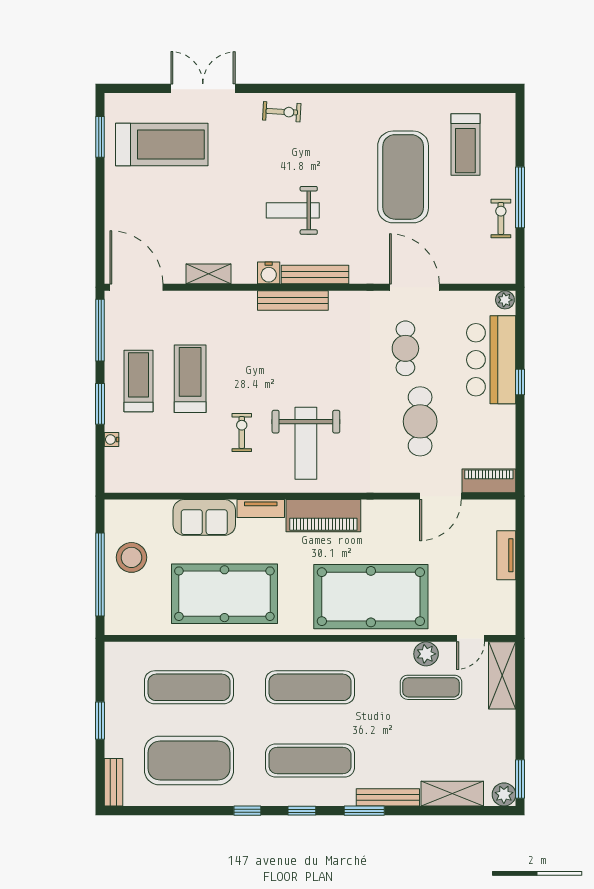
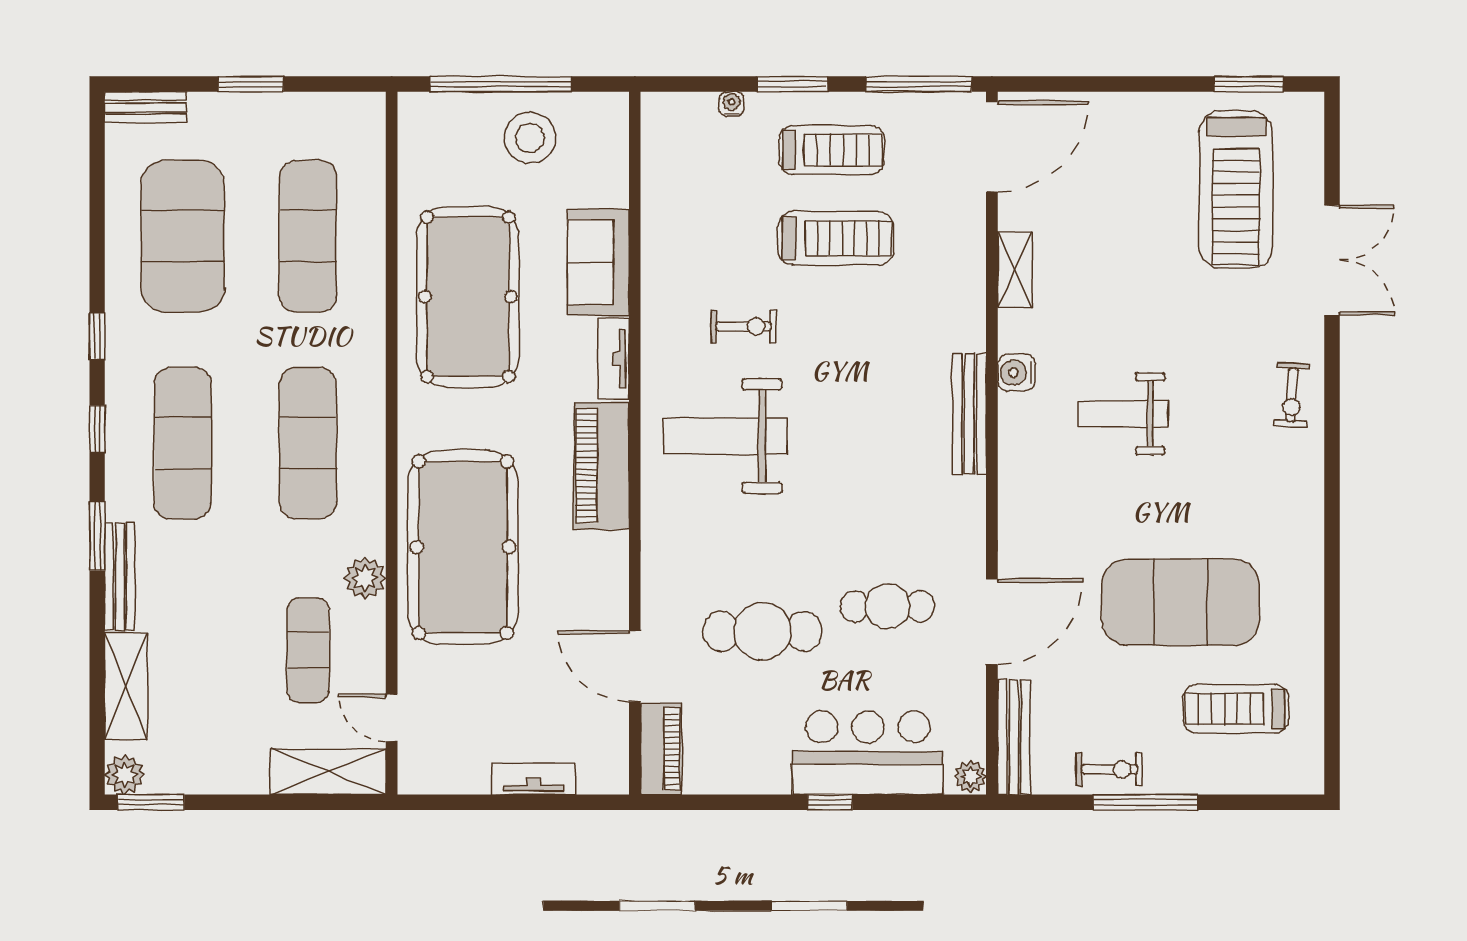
weight bench: (293, 210) -> (1123, 414), turned -90
bench: (315, 274) -> (1014, 737), moved
plant: (426, 654) -> (365, 578), moved

